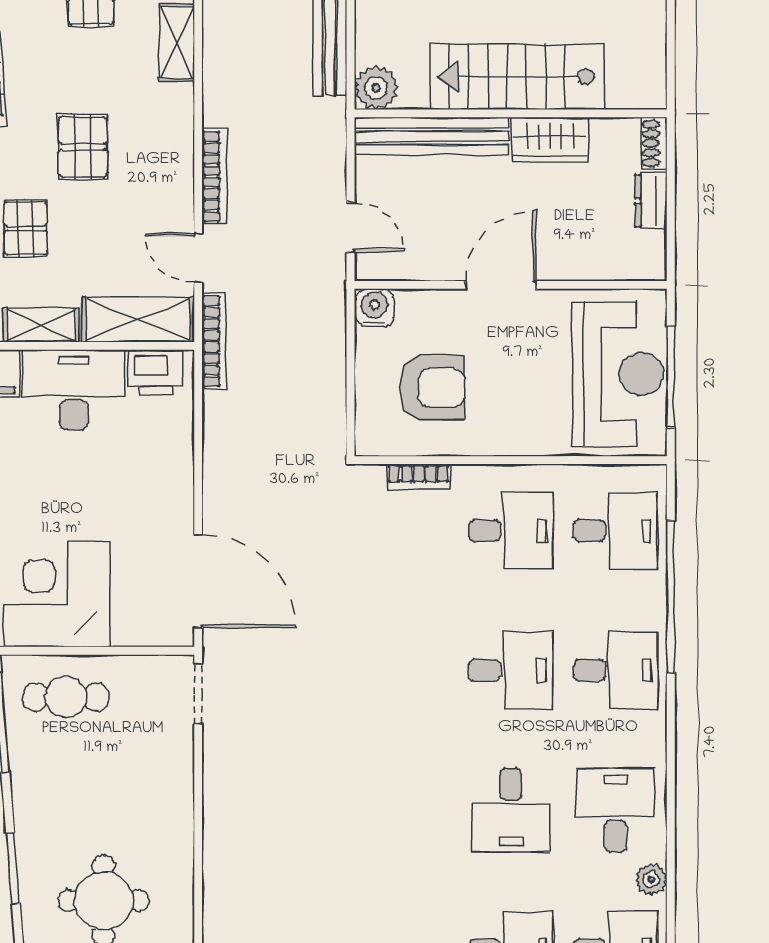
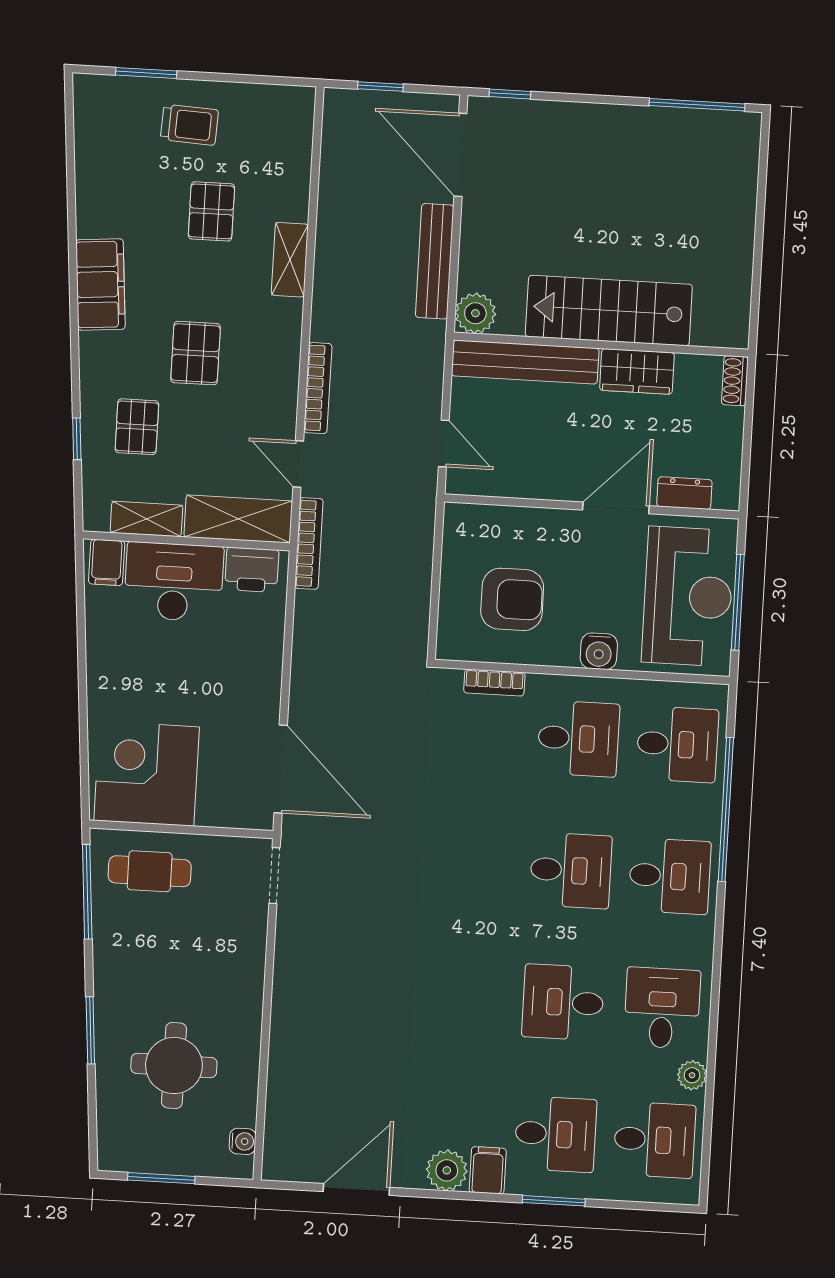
dresser: (651, 201) -> (684, 493), moved, turned 90
door: (501, 285) -> (616, 508), moved
water cooler: (375, 308) -> (599, 651), moved, turned 180
desk: (511, 810) -> (563, 1002), turned 90

